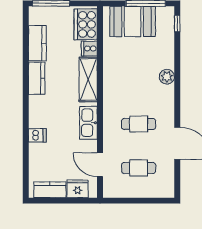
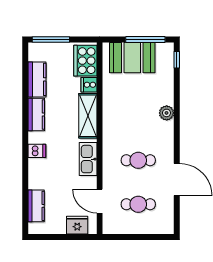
dishwasher: (37, 135) -> (37, 151), moved
kitchen counter: (50, 190) -> (36, 206), moved, turned 90

